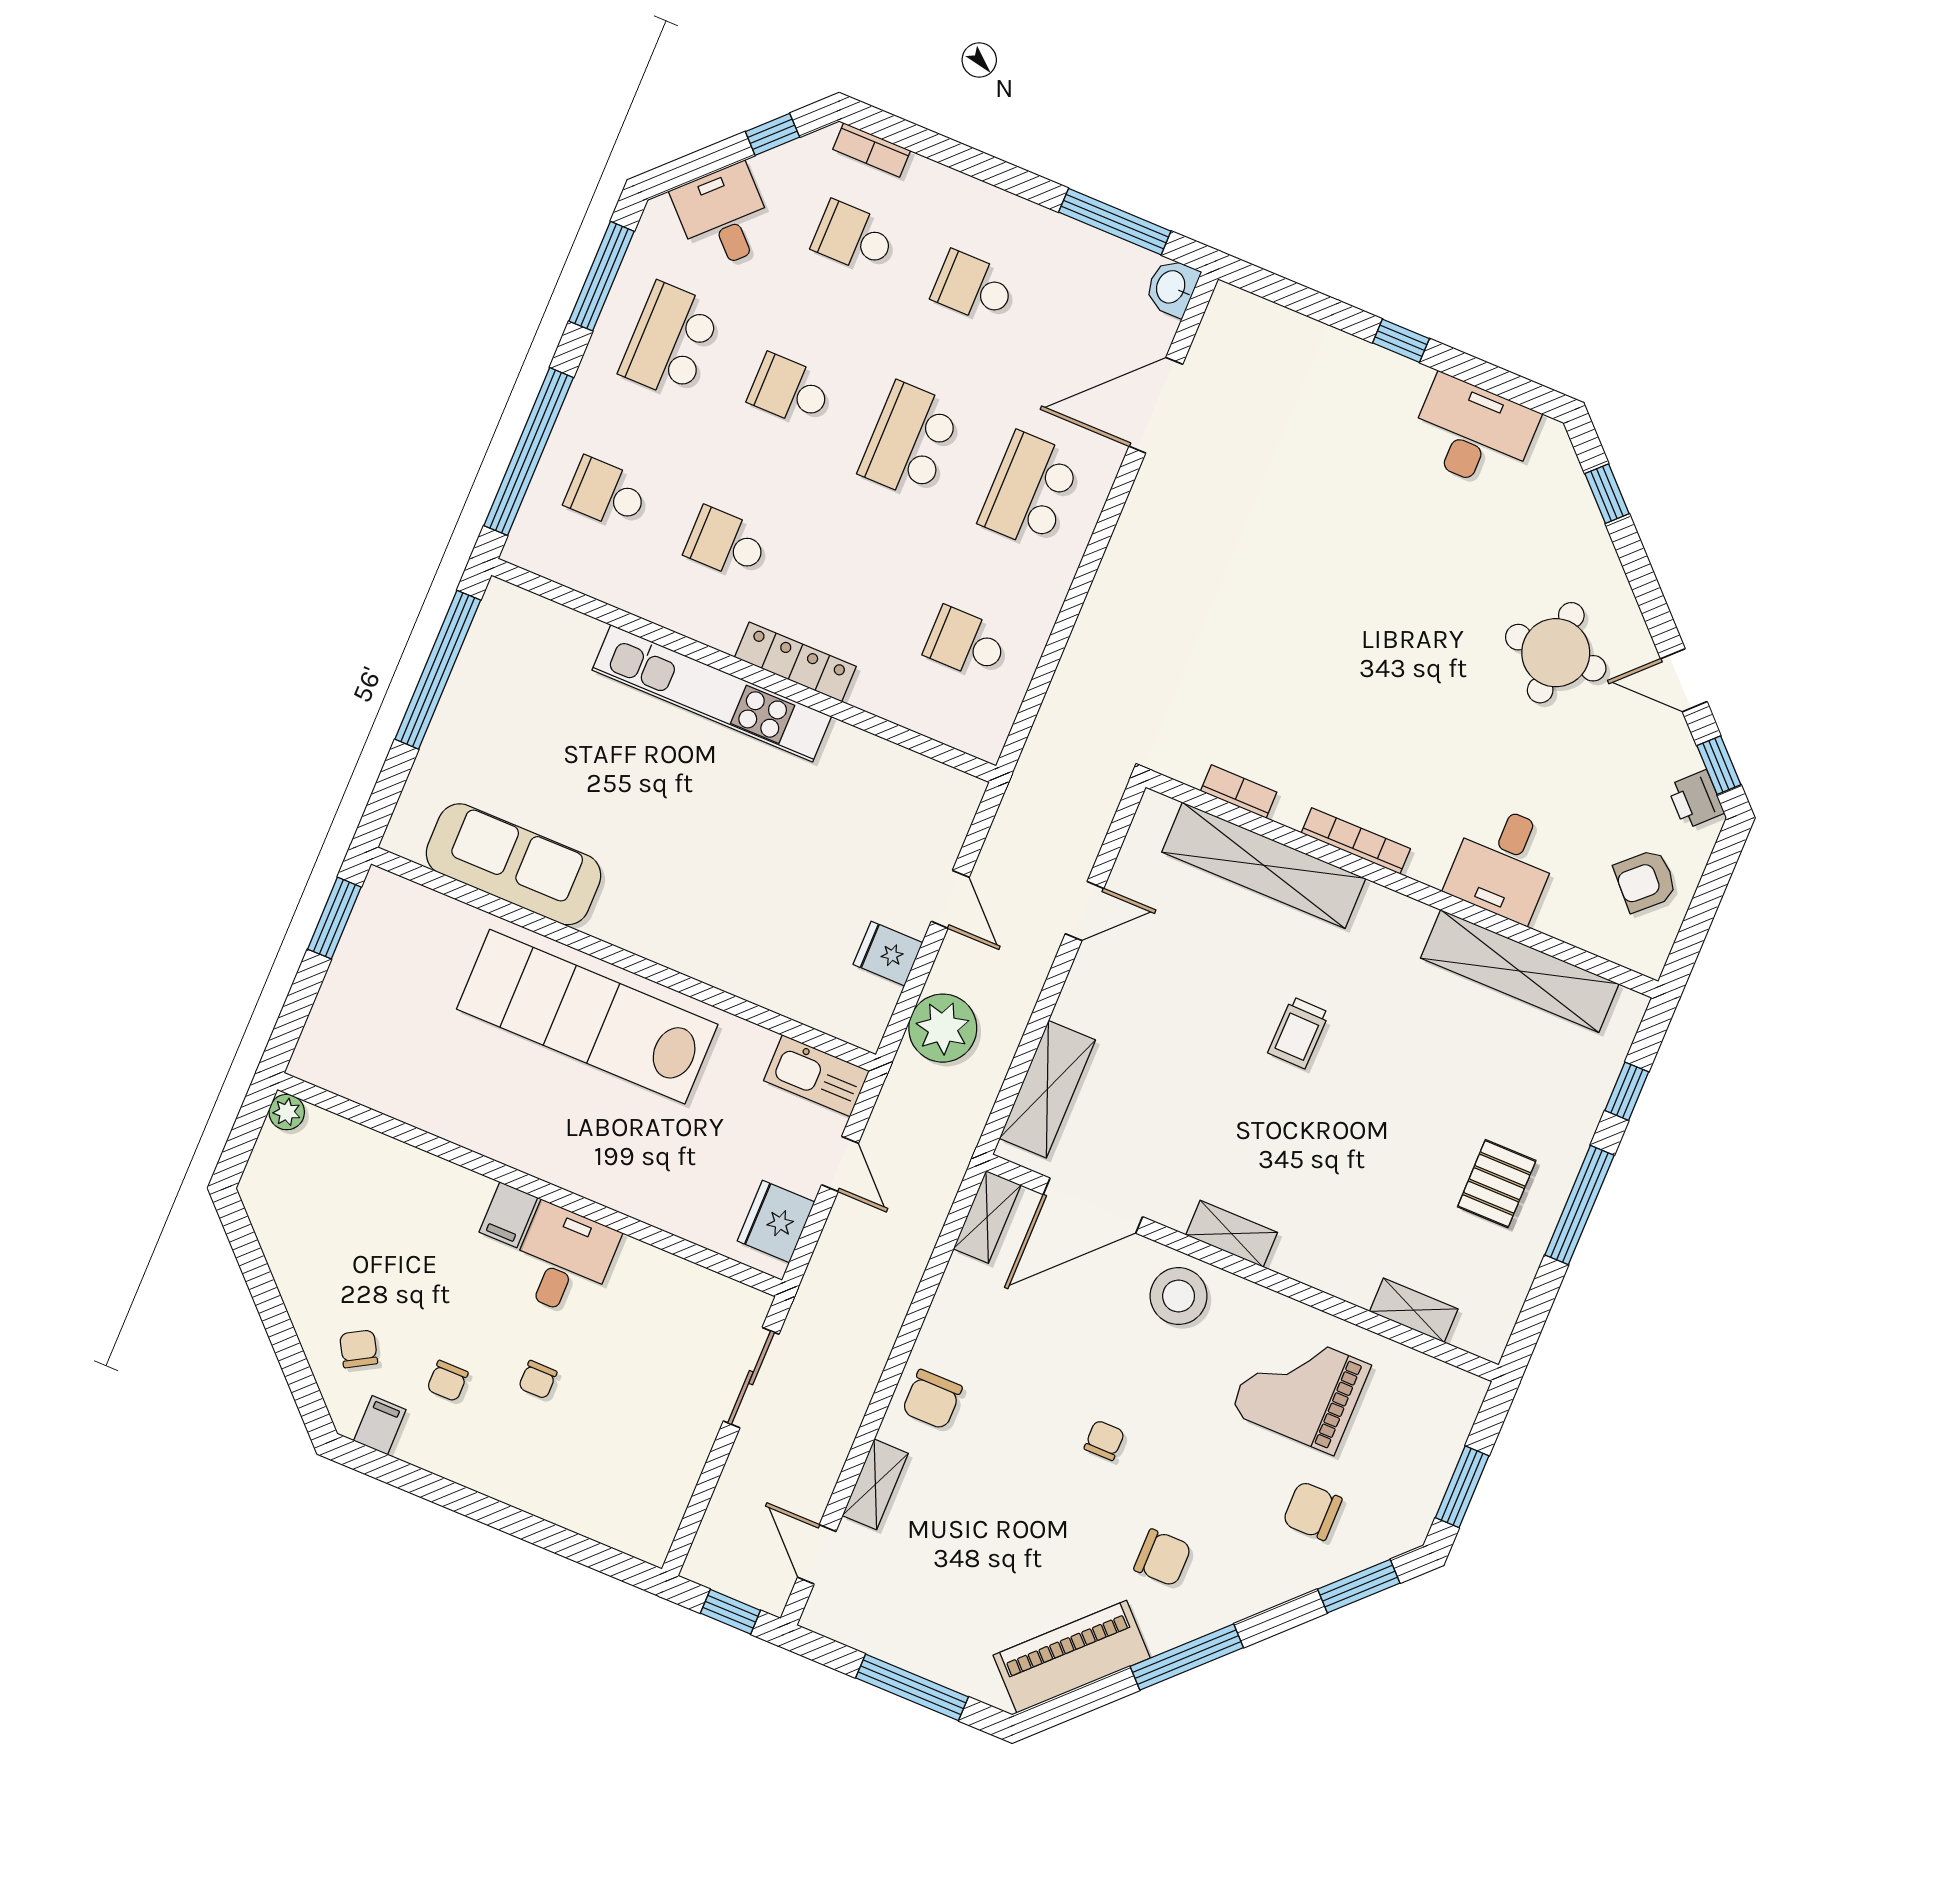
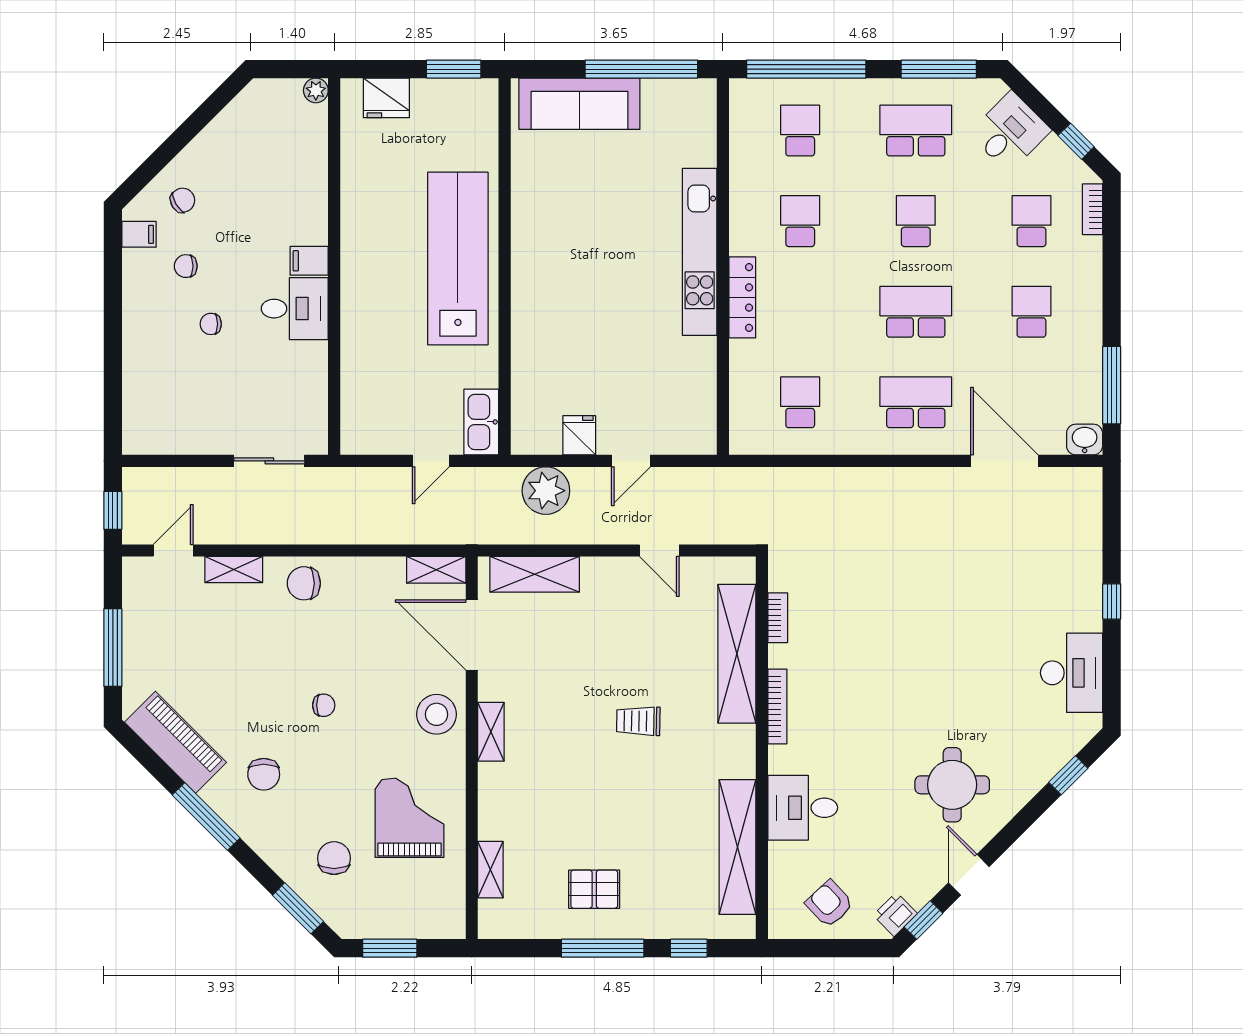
sofa: (514, 864) -> (579, 104), moved, turned 90
fridge: (776, 1221) -> (386, 98), moved, turned 180

